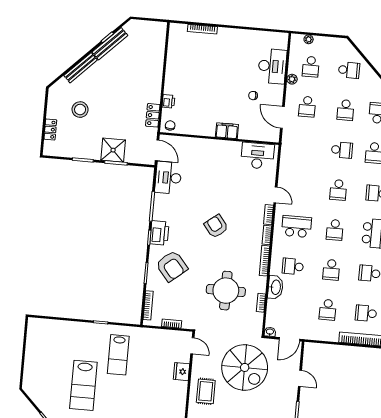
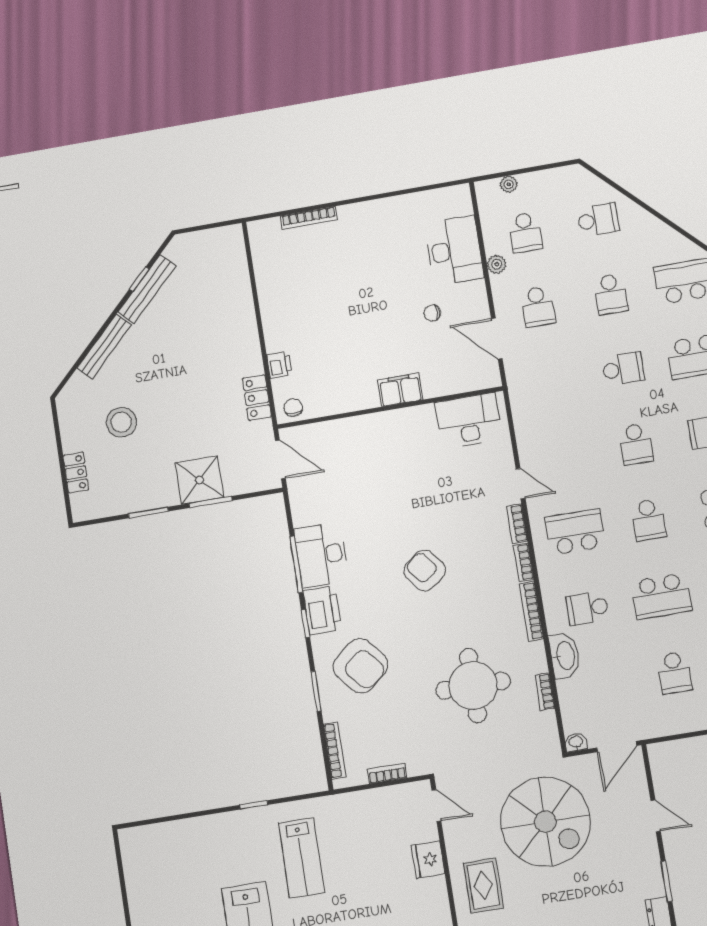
desk: (168, 178) -> (321, 555), moved
school desk: (331, 270) -> (661, 596), width x1.85

